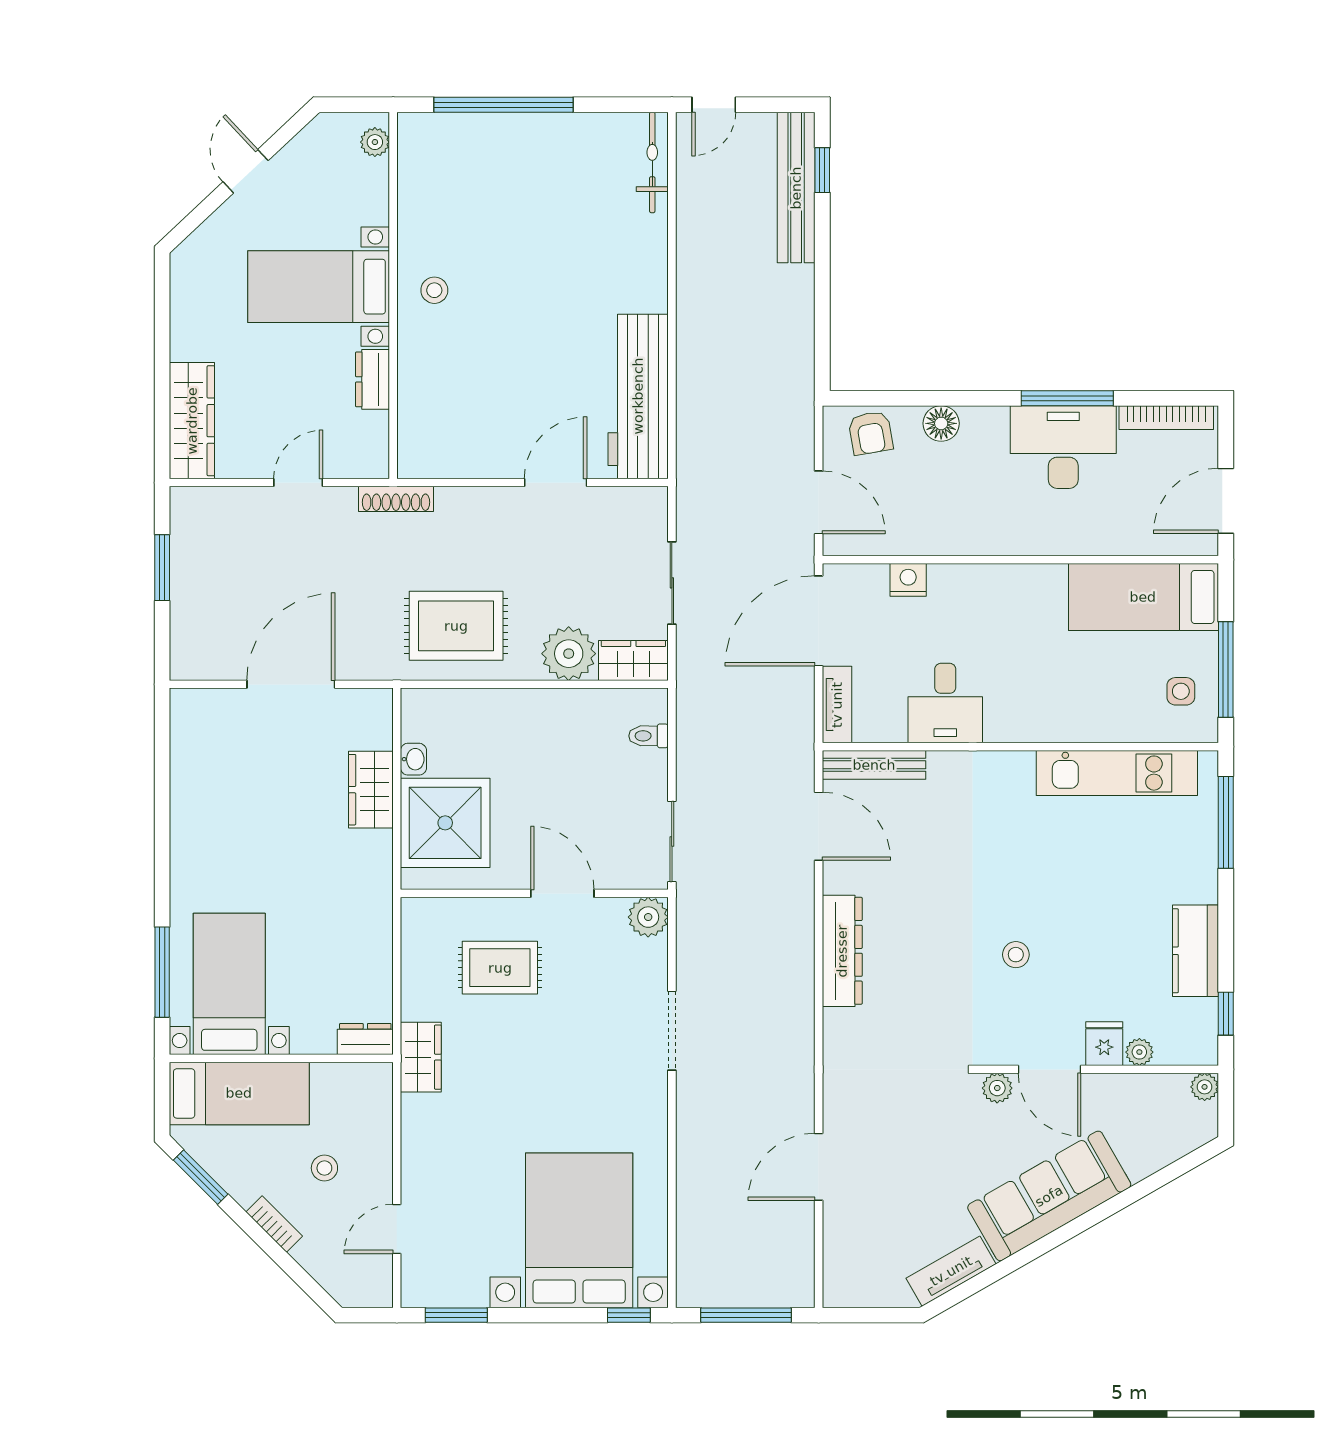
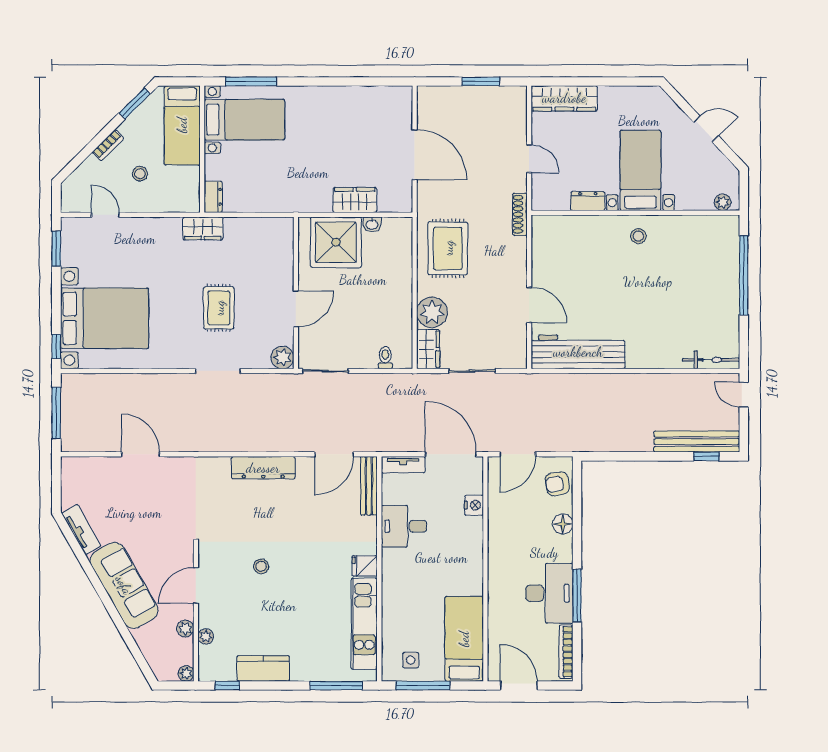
rug: (500, 968) -> (219, 308), moved
fridge: (1104, 1044) -> (365, 566), moved, turned 180
plant: (997, 1088) -> (185, 628), moved

